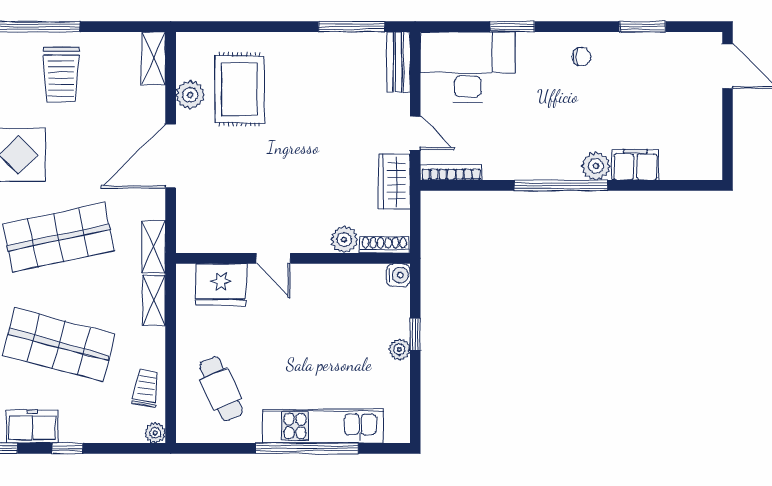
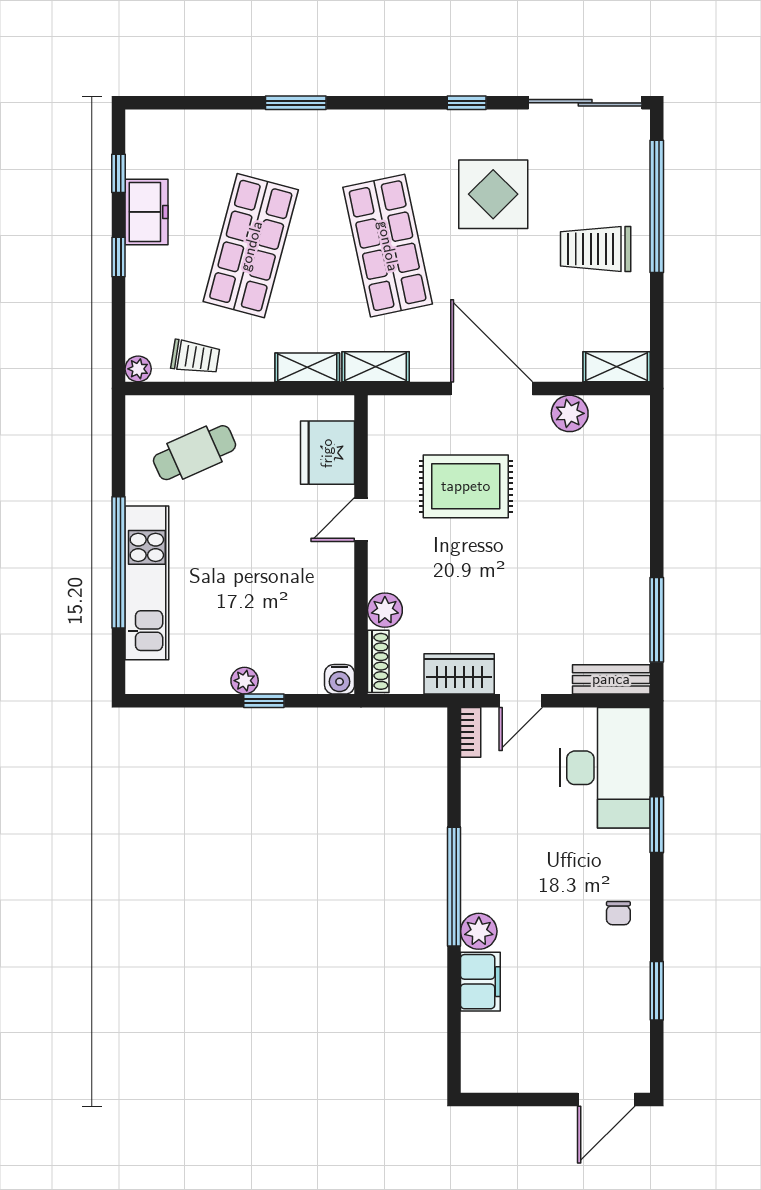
rug: (240, 89) -> (466, 486), moved
bookcase: (451, 172) -> (471, 732), width x0.64

